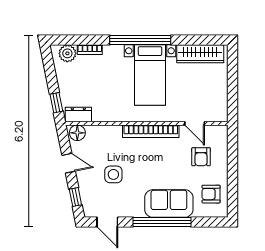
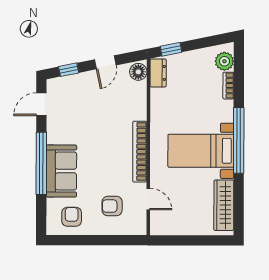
door: (195, 123) -> (148, 199), swing flipped
side table: (113, 174) -> (93, 111), removed

